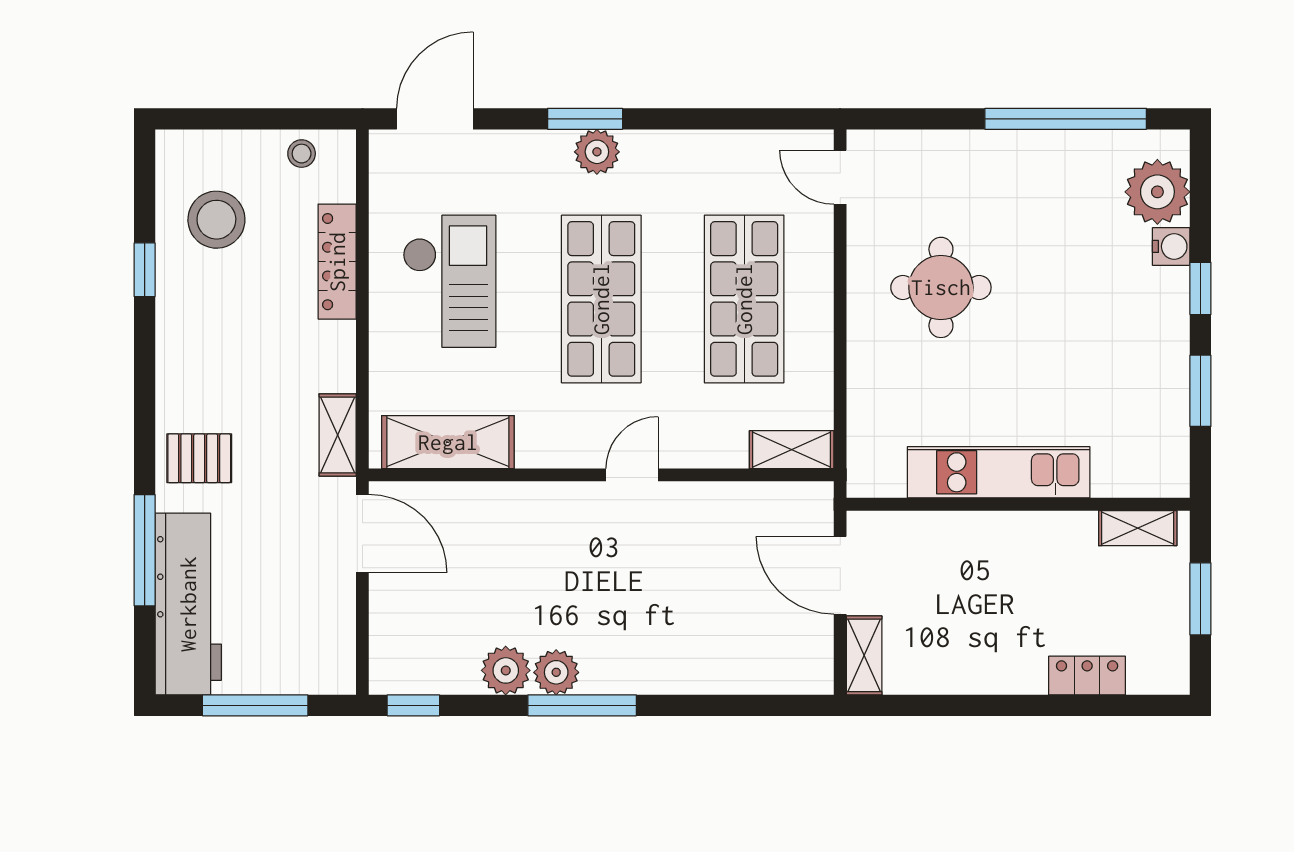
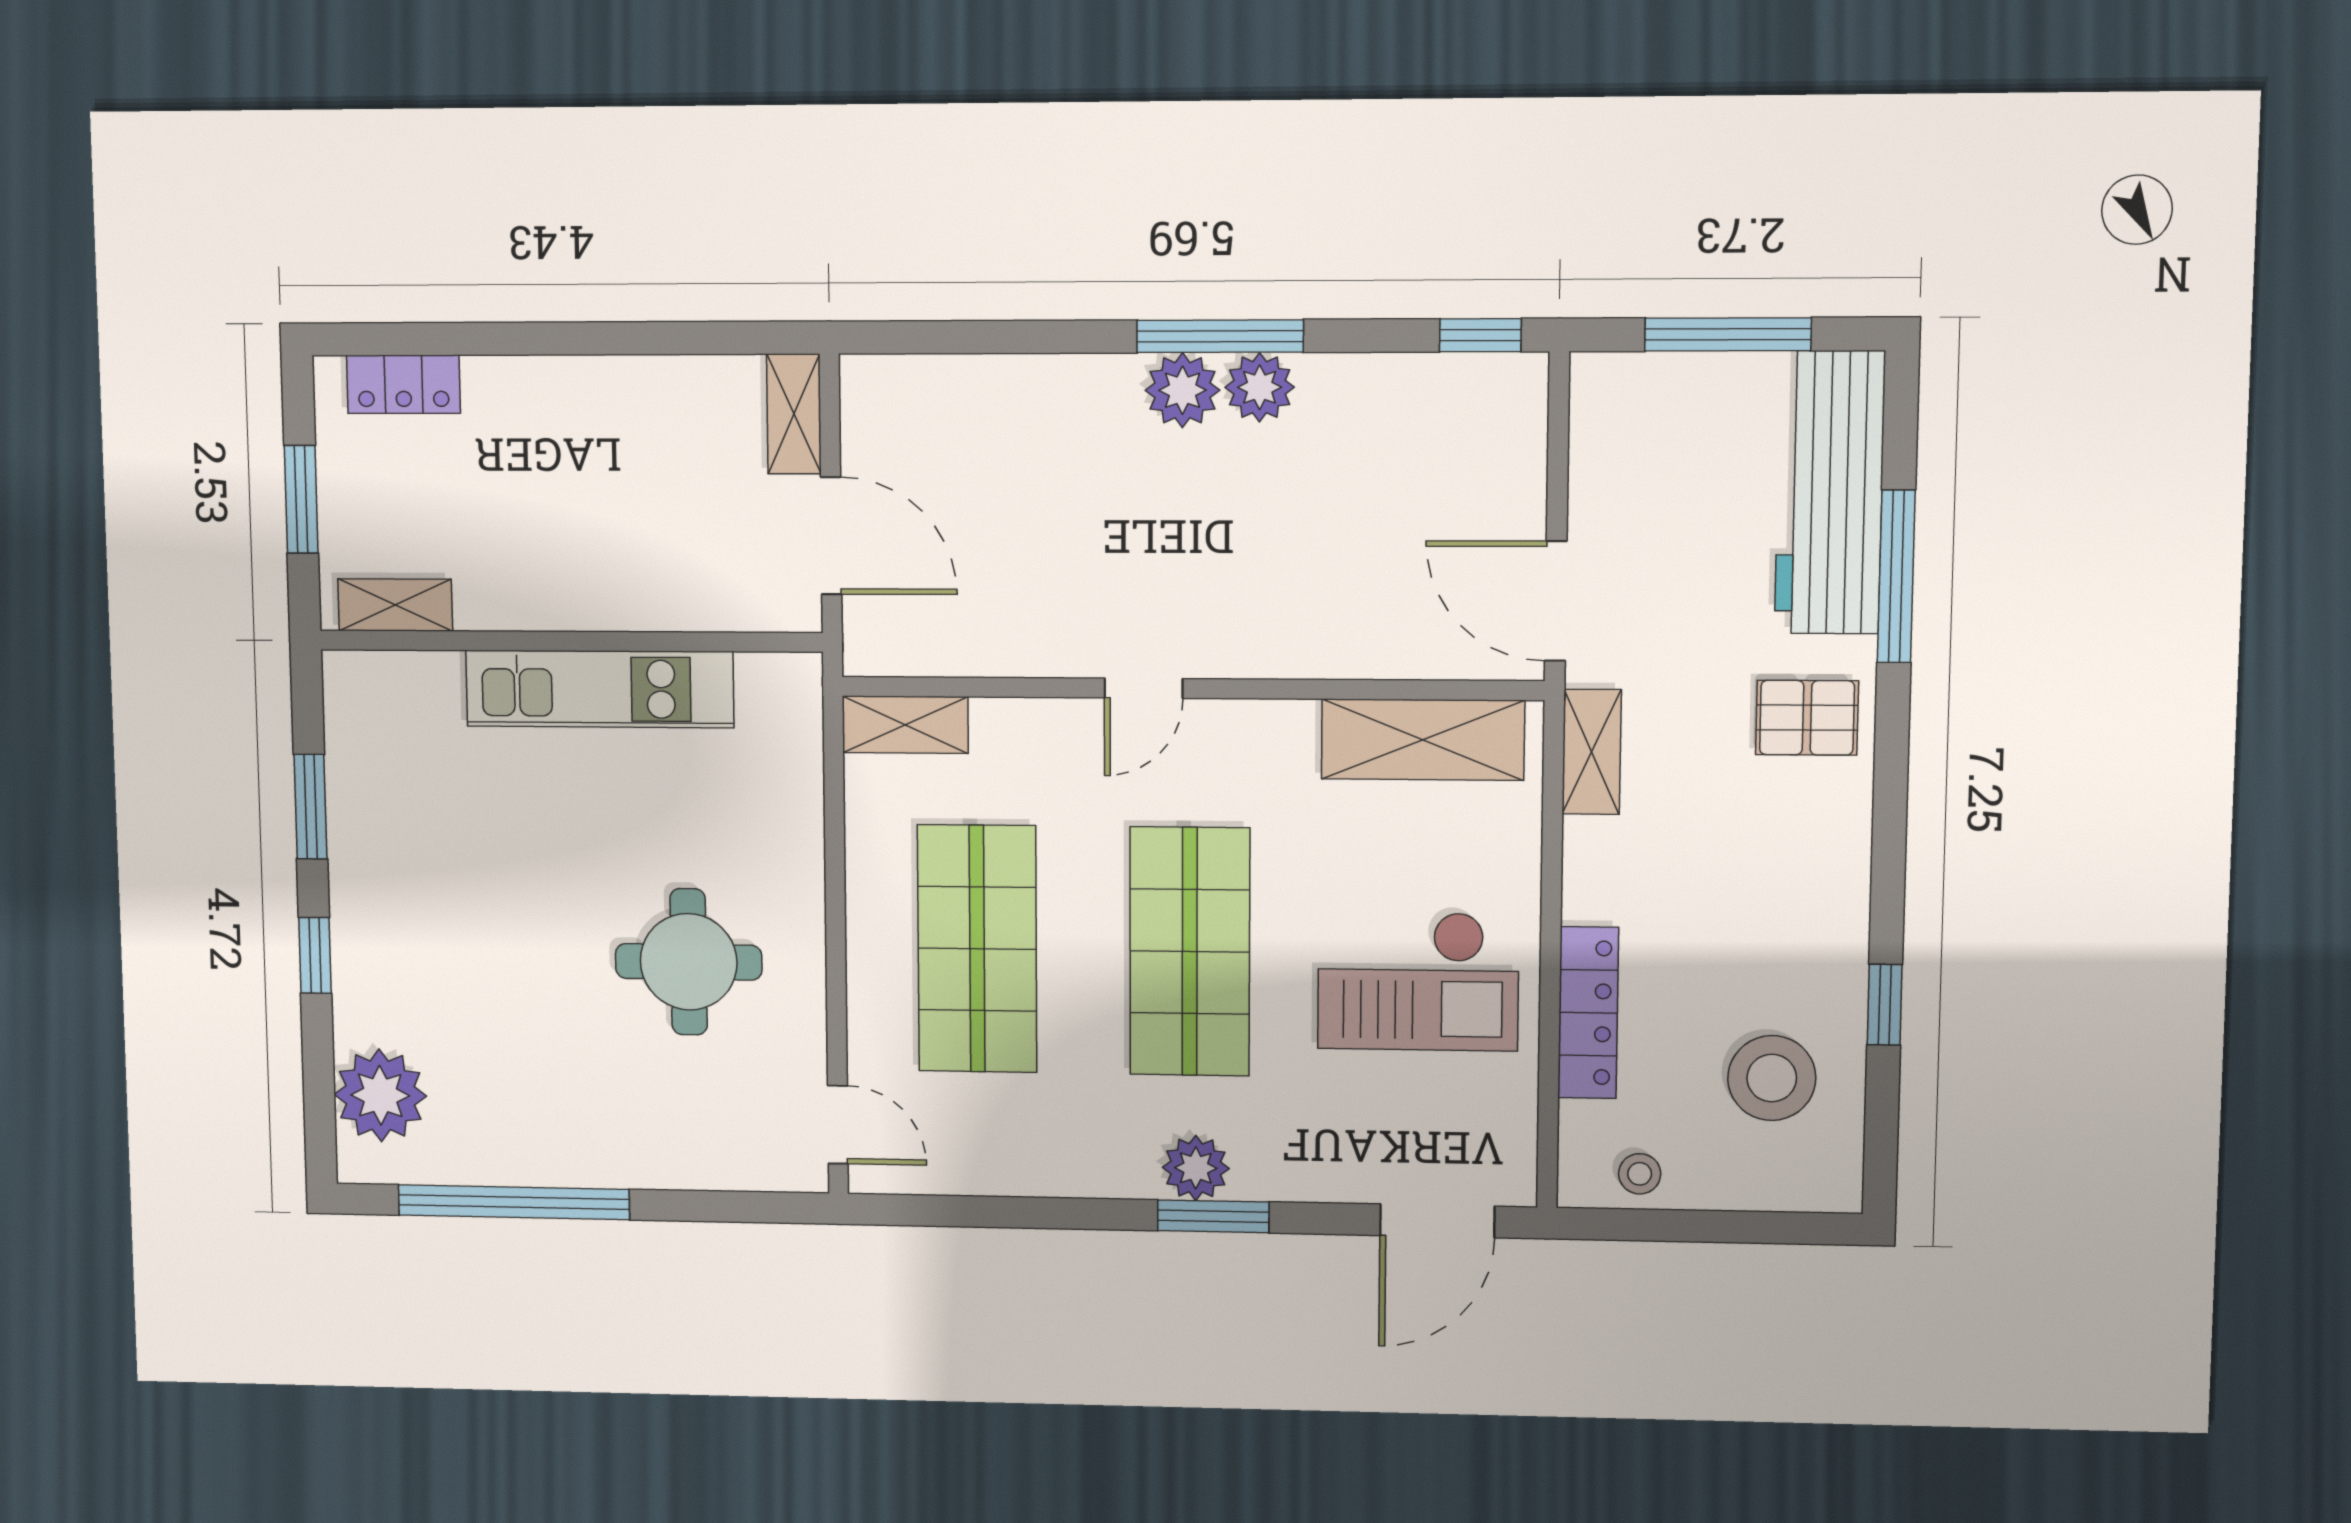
water cooler: (1171, 246) -> (358, 1016), removed
checkout: (449, 281) -> (1418, 981), turned -90
plant: (506, 670) -> (1183, 390), moved
locker: (1087, 676) -> (403, 384), moved

